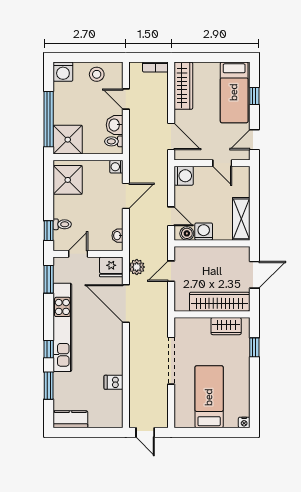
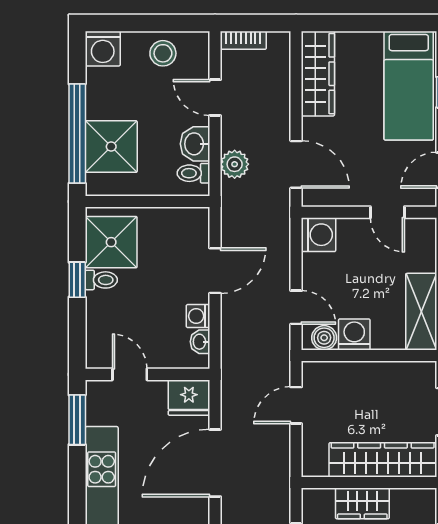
bookcase: (155, 67) -> (243, 40), moved
shower: (68, 140) -> (111, 147), moved
washing machine: (116, 167) -> (198, 316), moved
toilet: (62, 224) -> (101, 280), moved
window: (49, 231) -> (77, 280), moved
door: (78, 254) -> (130, 374), hinge flipped
plant: (137, 267) -> (235, 164), moved
door: (126, 303) -> (215, 463), hinge flipped
wardrobe: (226, 326) -> (362, 503), moved

